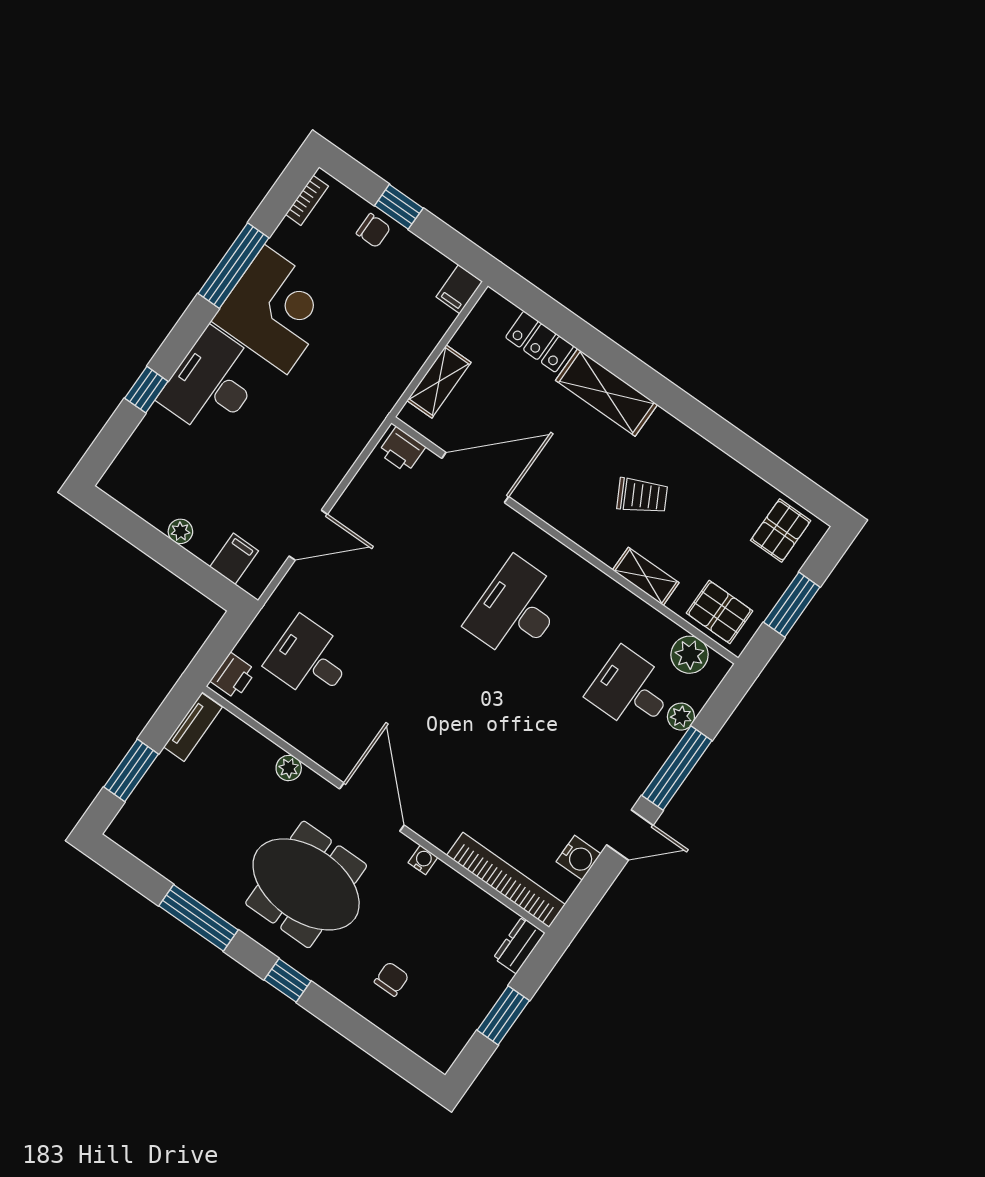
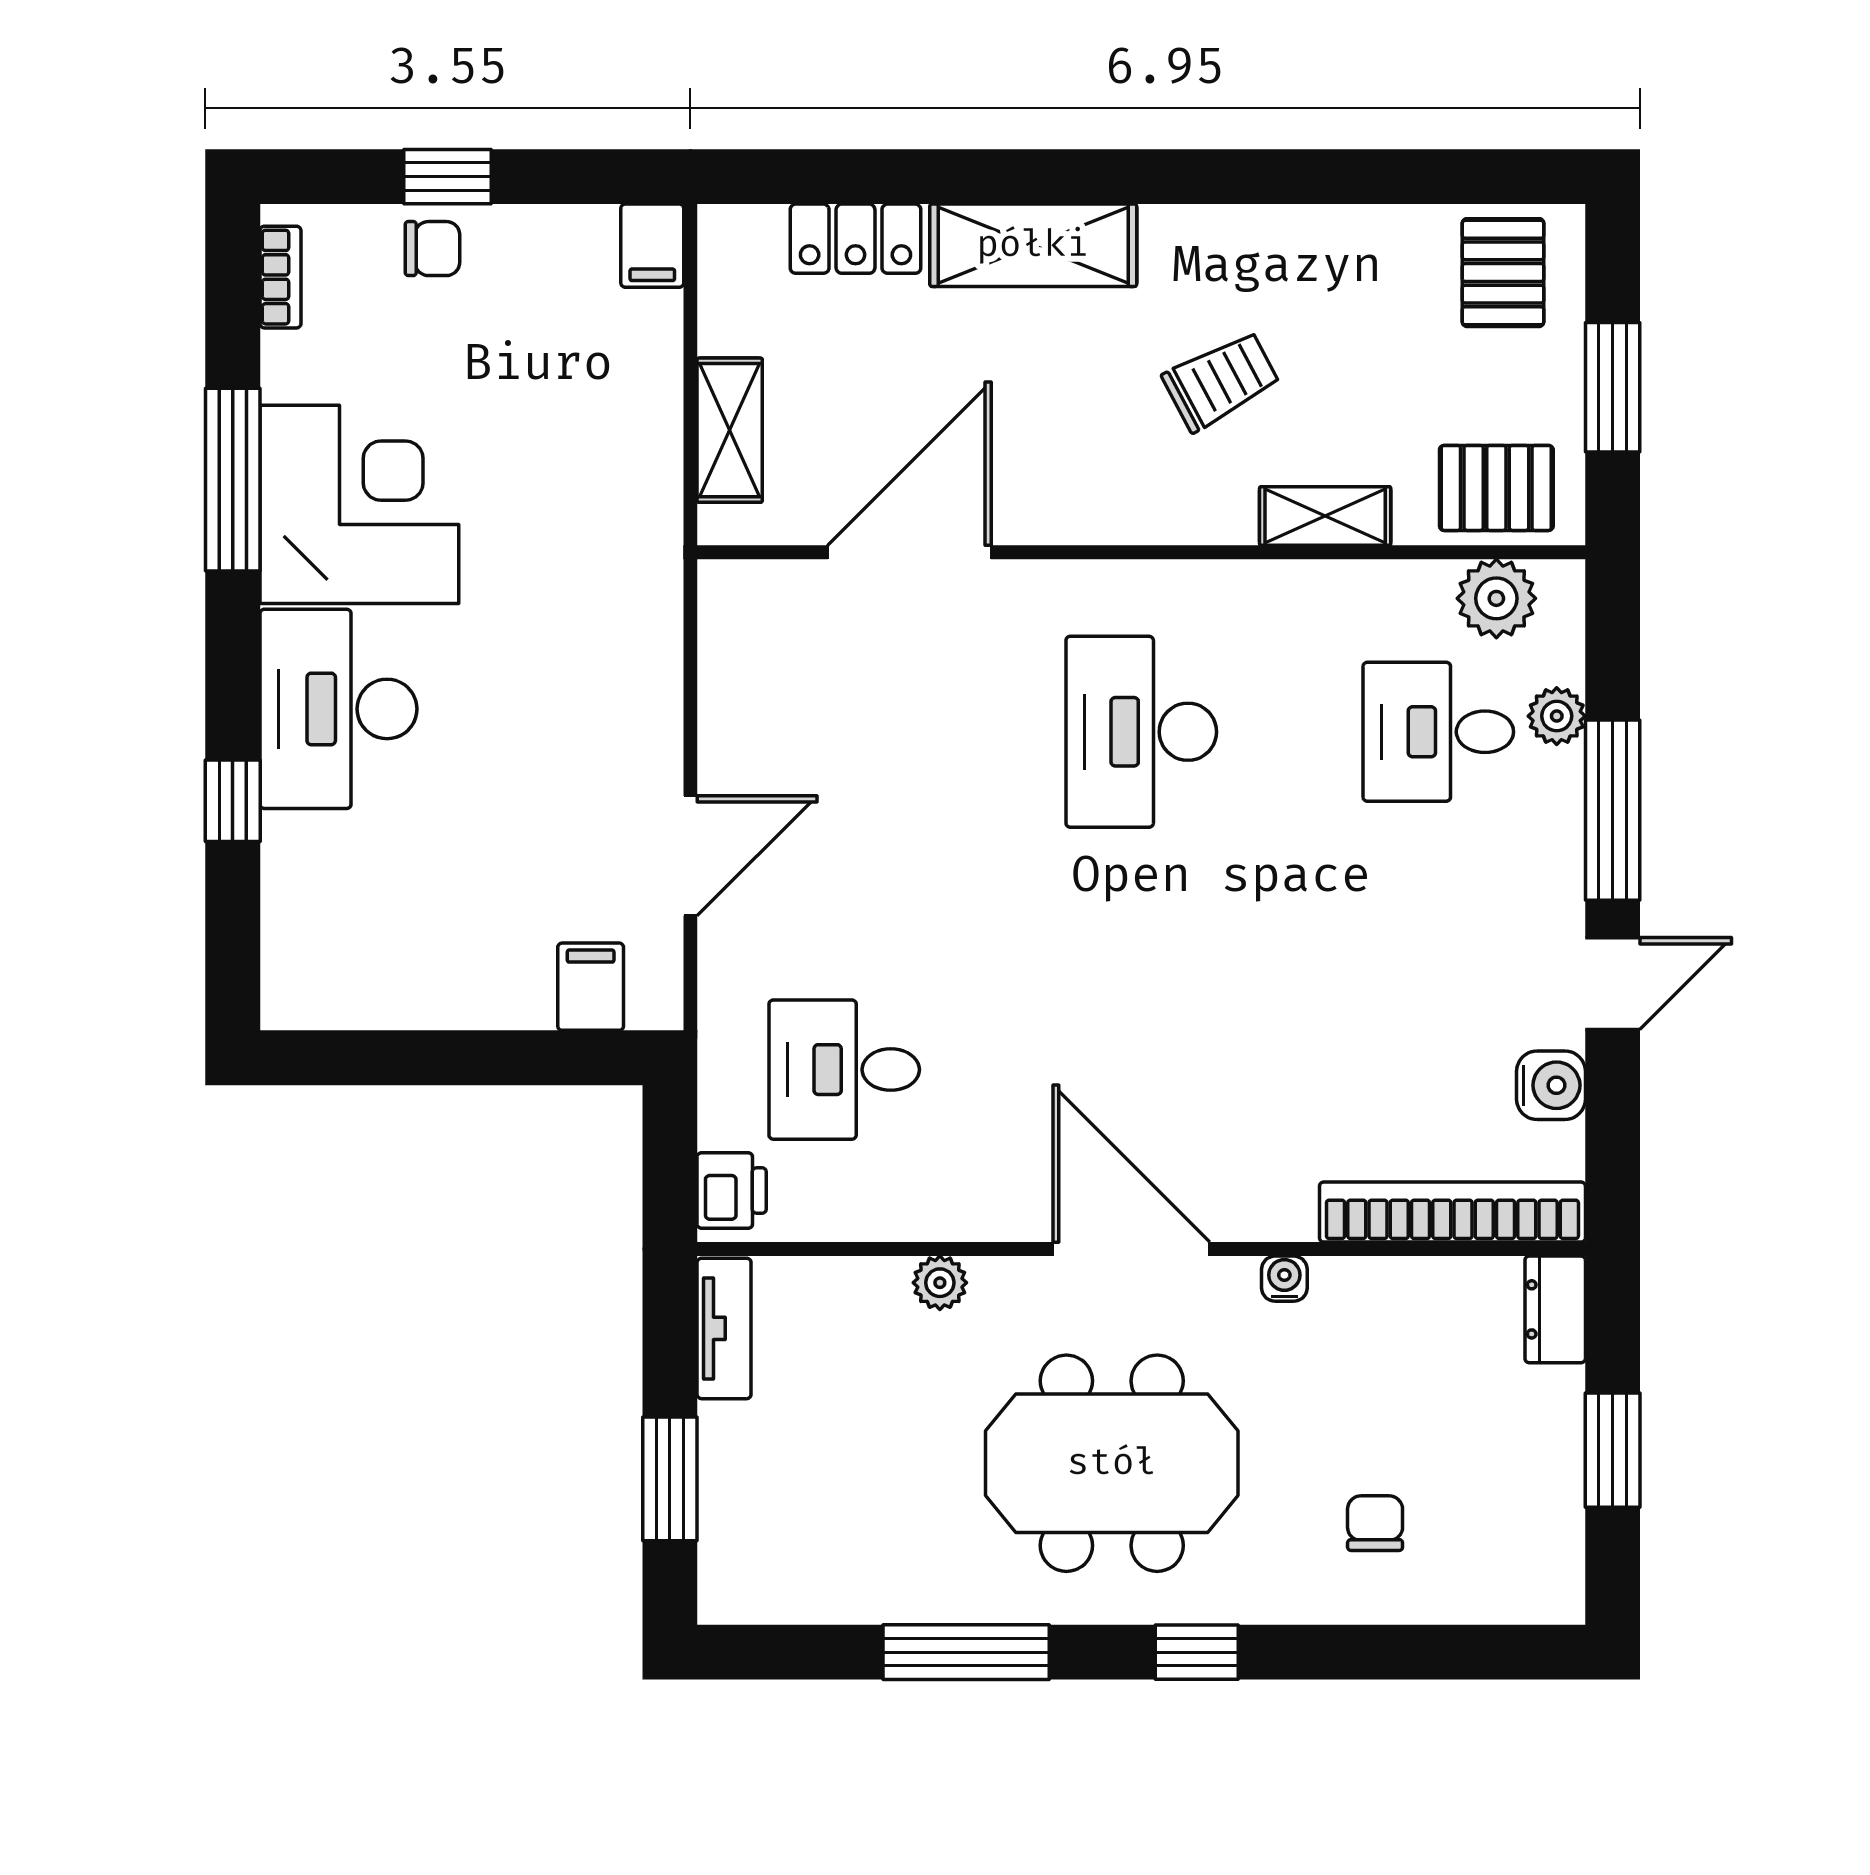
printer: (402, 450) -> (748, 594), removed
plant: (180, 531) -> (464, 1005), removed

